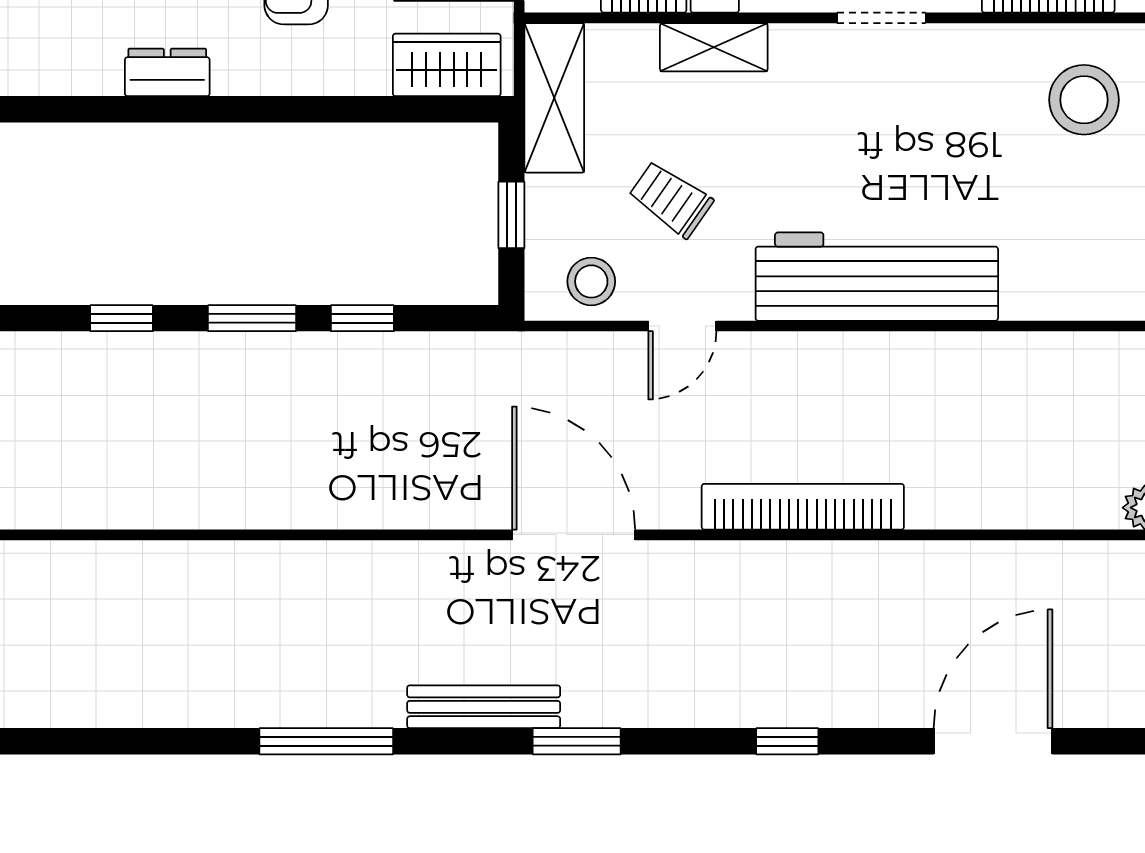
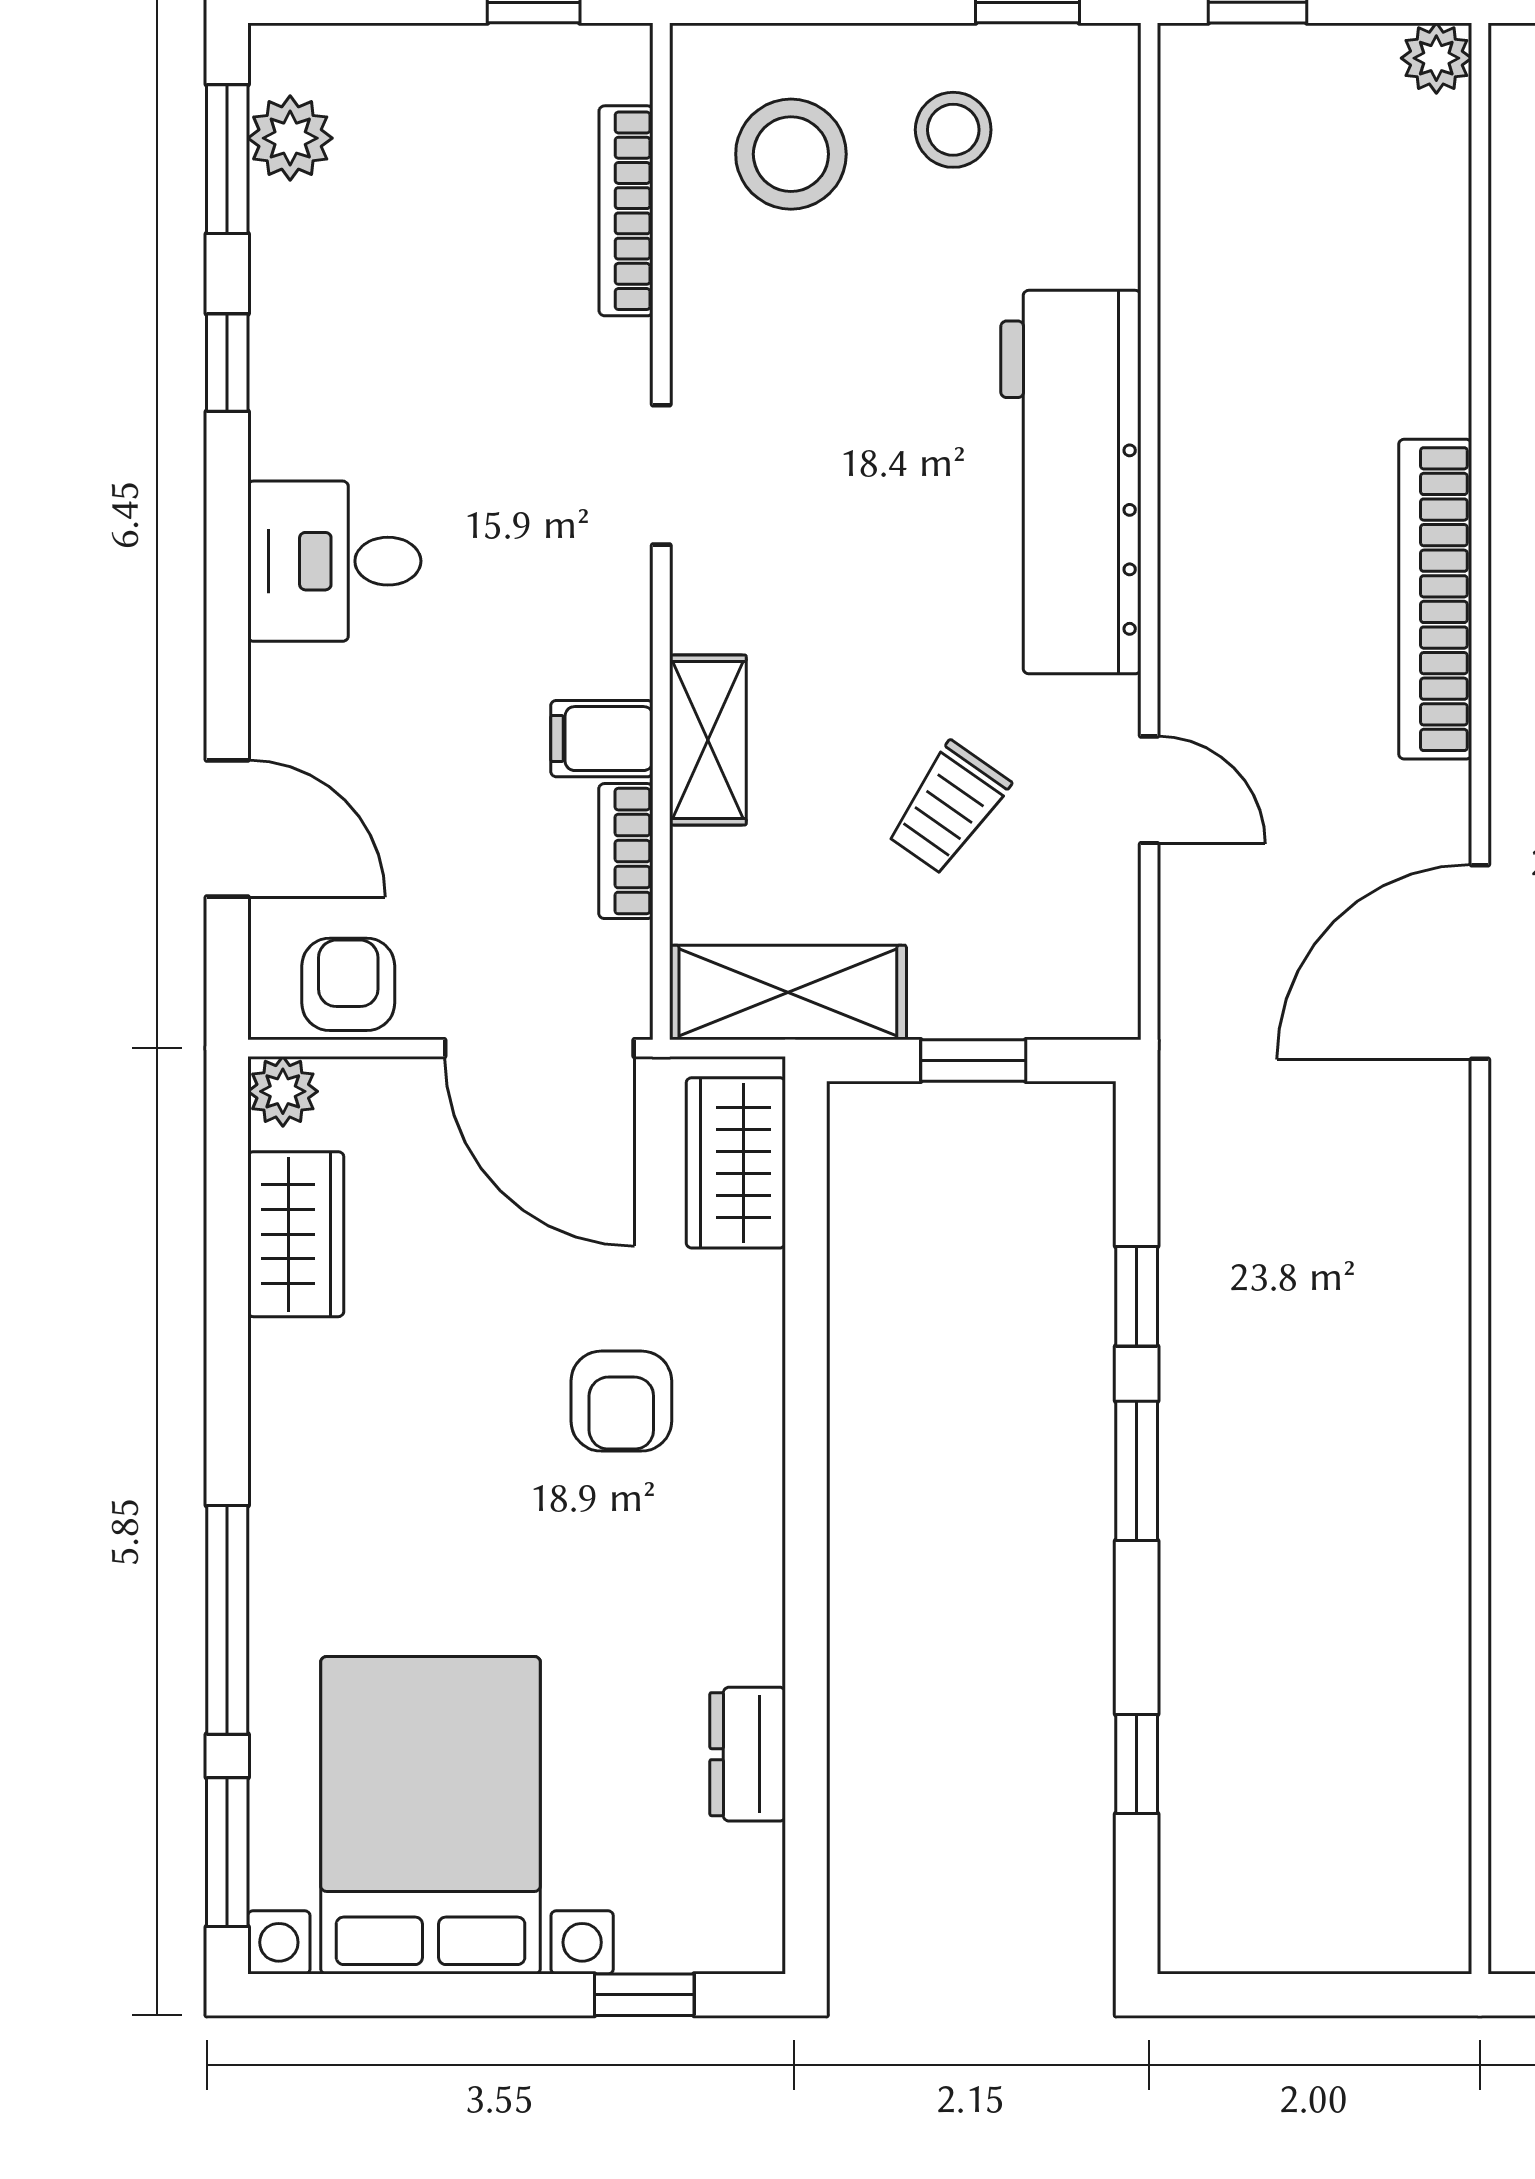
dresser: (167, 72) -> (748, 1754), moved
stool: (591, 281) -> (953, 130), moved
window: (121, 318) -> (1137, 1764), moved

